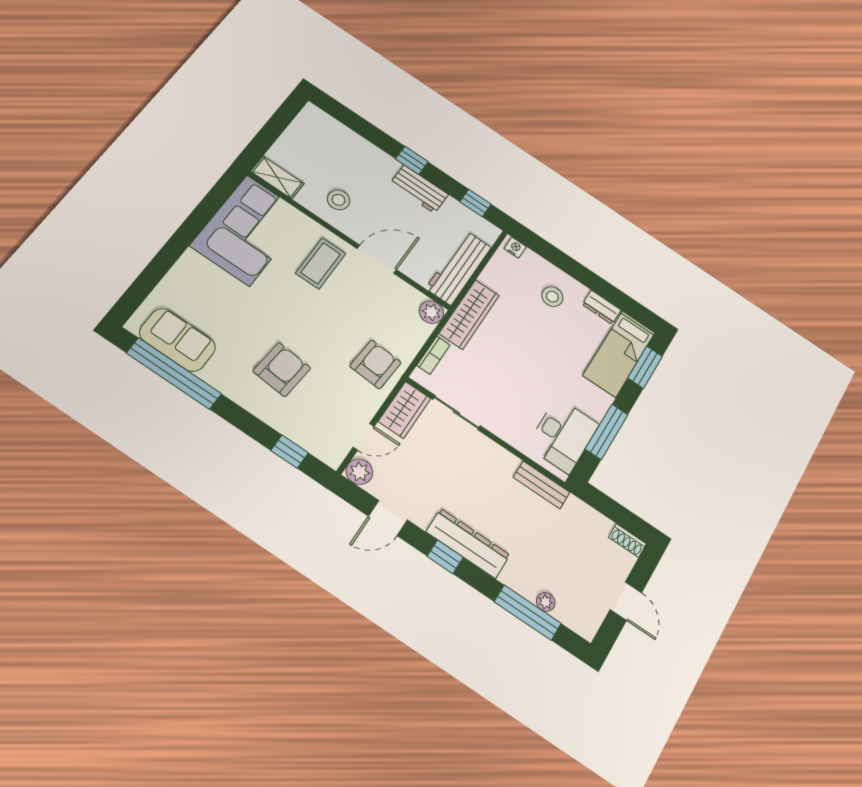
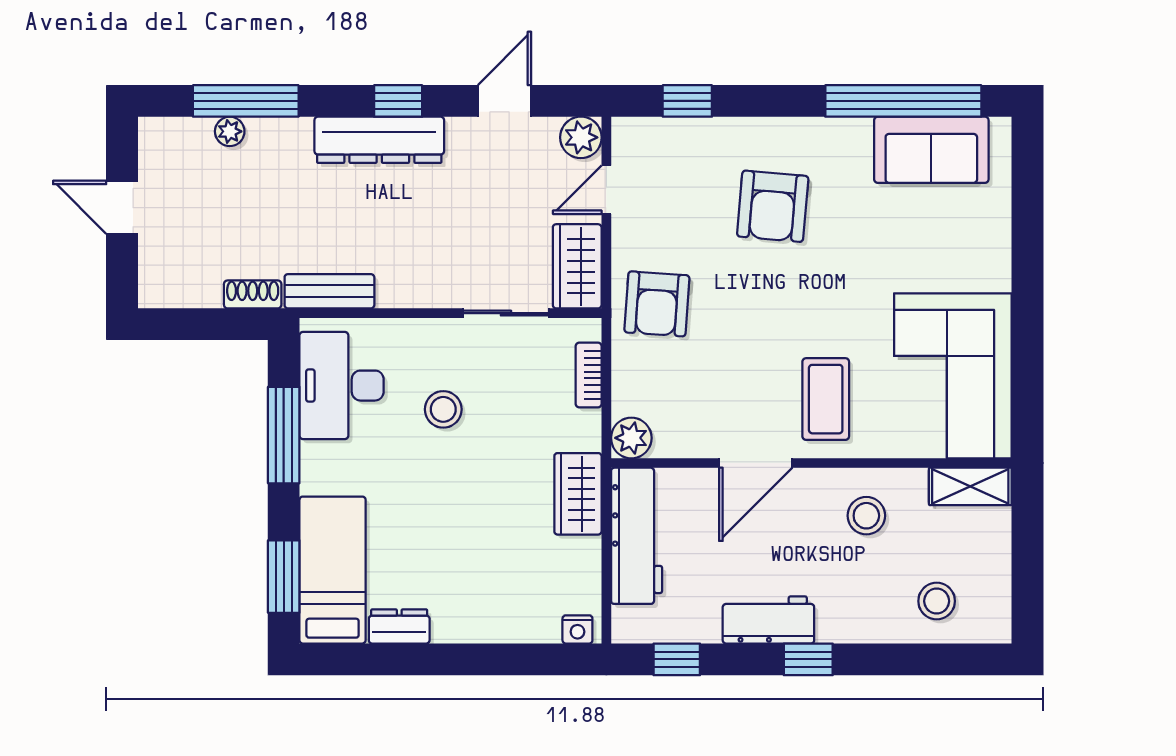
stool: (331, 142) -> (937, 601), added
stool: (552, 297) -> (443, 409), moved
wardrobe: (469, 314) -> (578, 494), width x0.67
shoe rack: (627, 541) -> (253, 294), moved

